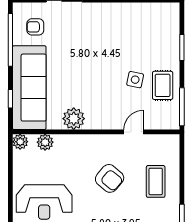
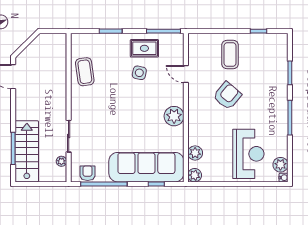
coffee table: (136, 18) -> (85, 72), added
armchair: (35, 27) -> (88, 173), moved, turned 180
plant: (74, 119) -> (174, 116), moved
coffee table: (156, 181) -> (230, 55), turned 90

